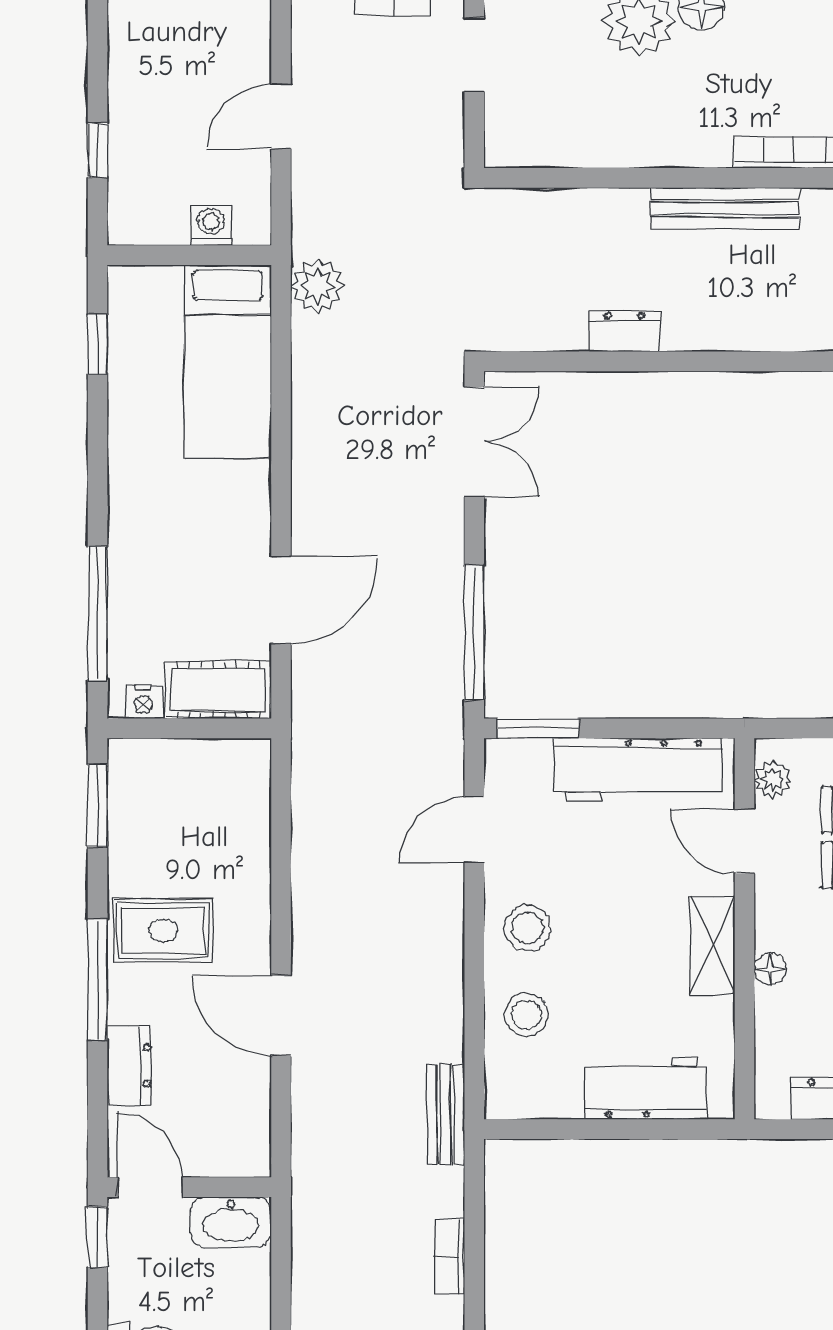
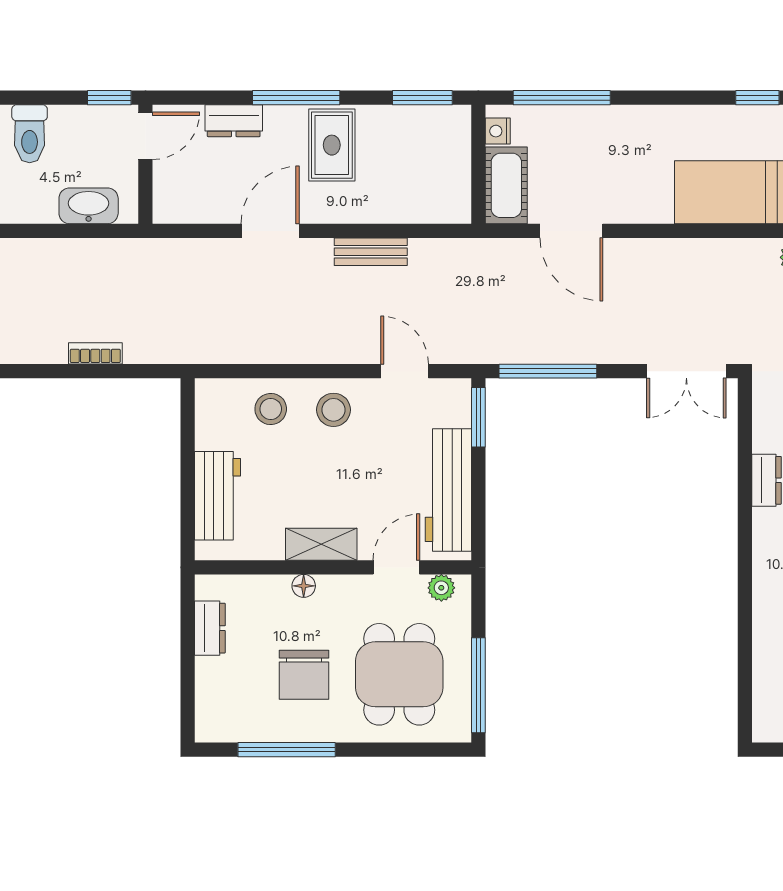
bench: (445, 1114) -> (371, 252), moved
washbasin: (231, 1222) -> (89, 206), moved, turned 90

